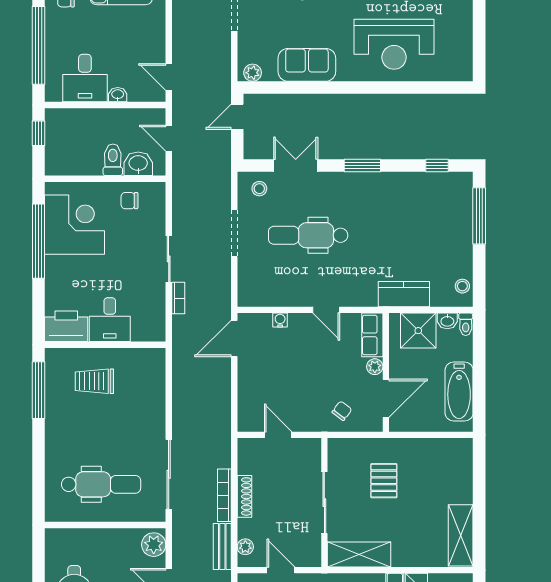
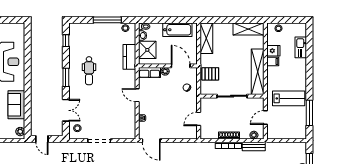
double door: (296, 165) -> (66, 110), swing flipped
window: (479, 216) -> (107, 20), moved
dental chair: (308, 235) -> (89, 71), moved, width x0.73, depth x0.72
door: (326, 310) -> (137, 95), swing flipped
shelving: (442, 450) -> (206, 38), added
pallet: (384, 481) -> (210, 74), moved
shelving: (359, 554) -> (258, 72), width x1.47

